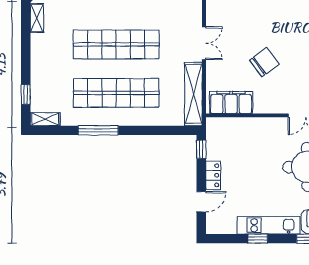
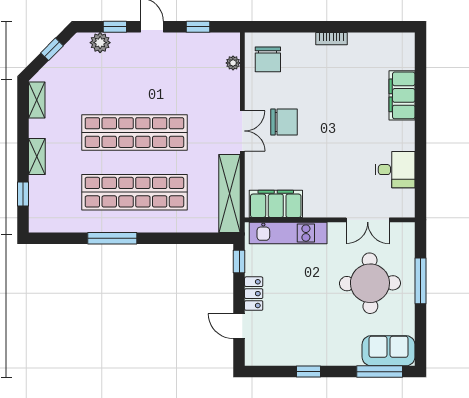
chair: (264, 62) -> (284, 122), moved, turned 37
shelving: (45, 119) -> (37, 156), moved, turned 90
door: (201, 202) -> (239, 326), swing flipped
kitchen unit: (269, 225) -> (288, 233), moved, turned 180

